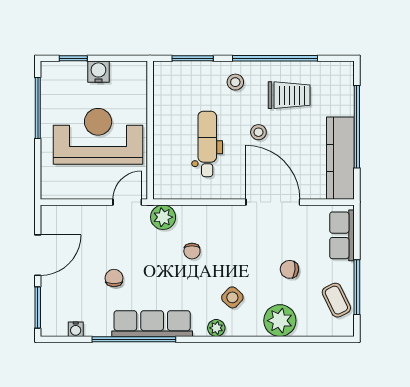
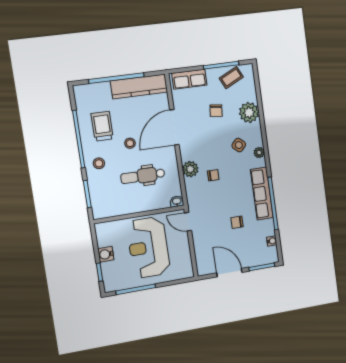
washbasin: (161, 189) -> (177, 201), added
plant: (163, 217) -> (190, 169), moved

